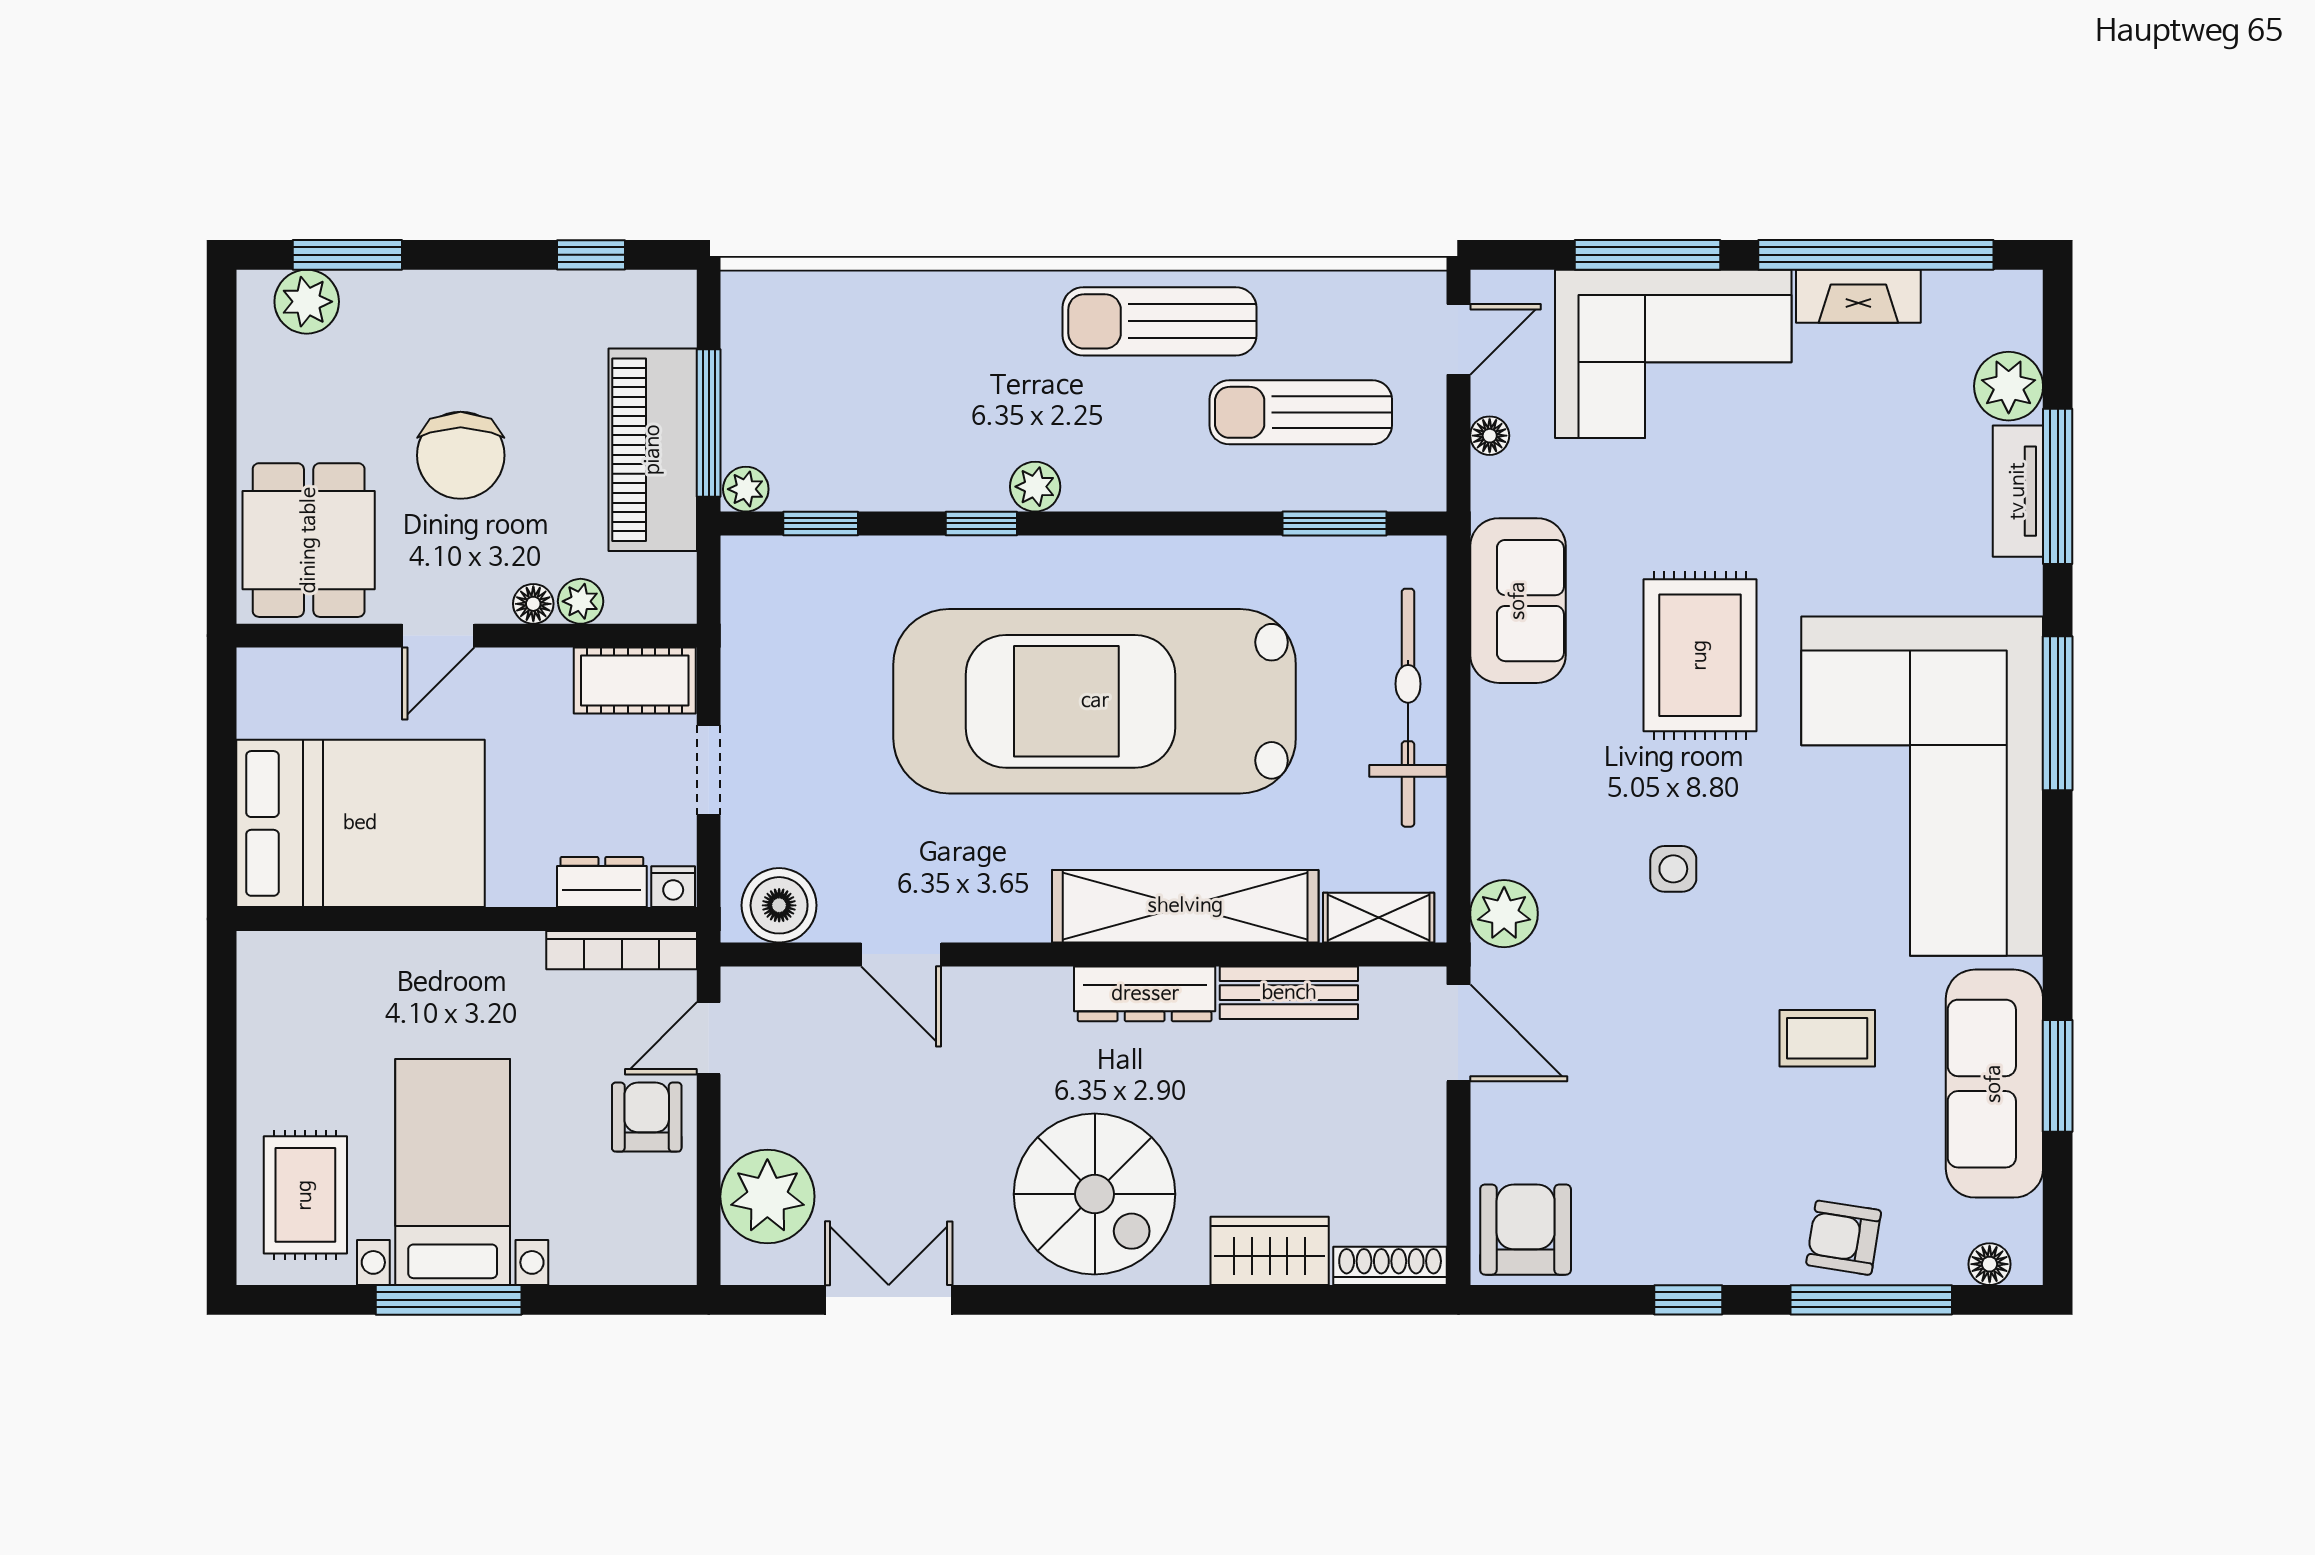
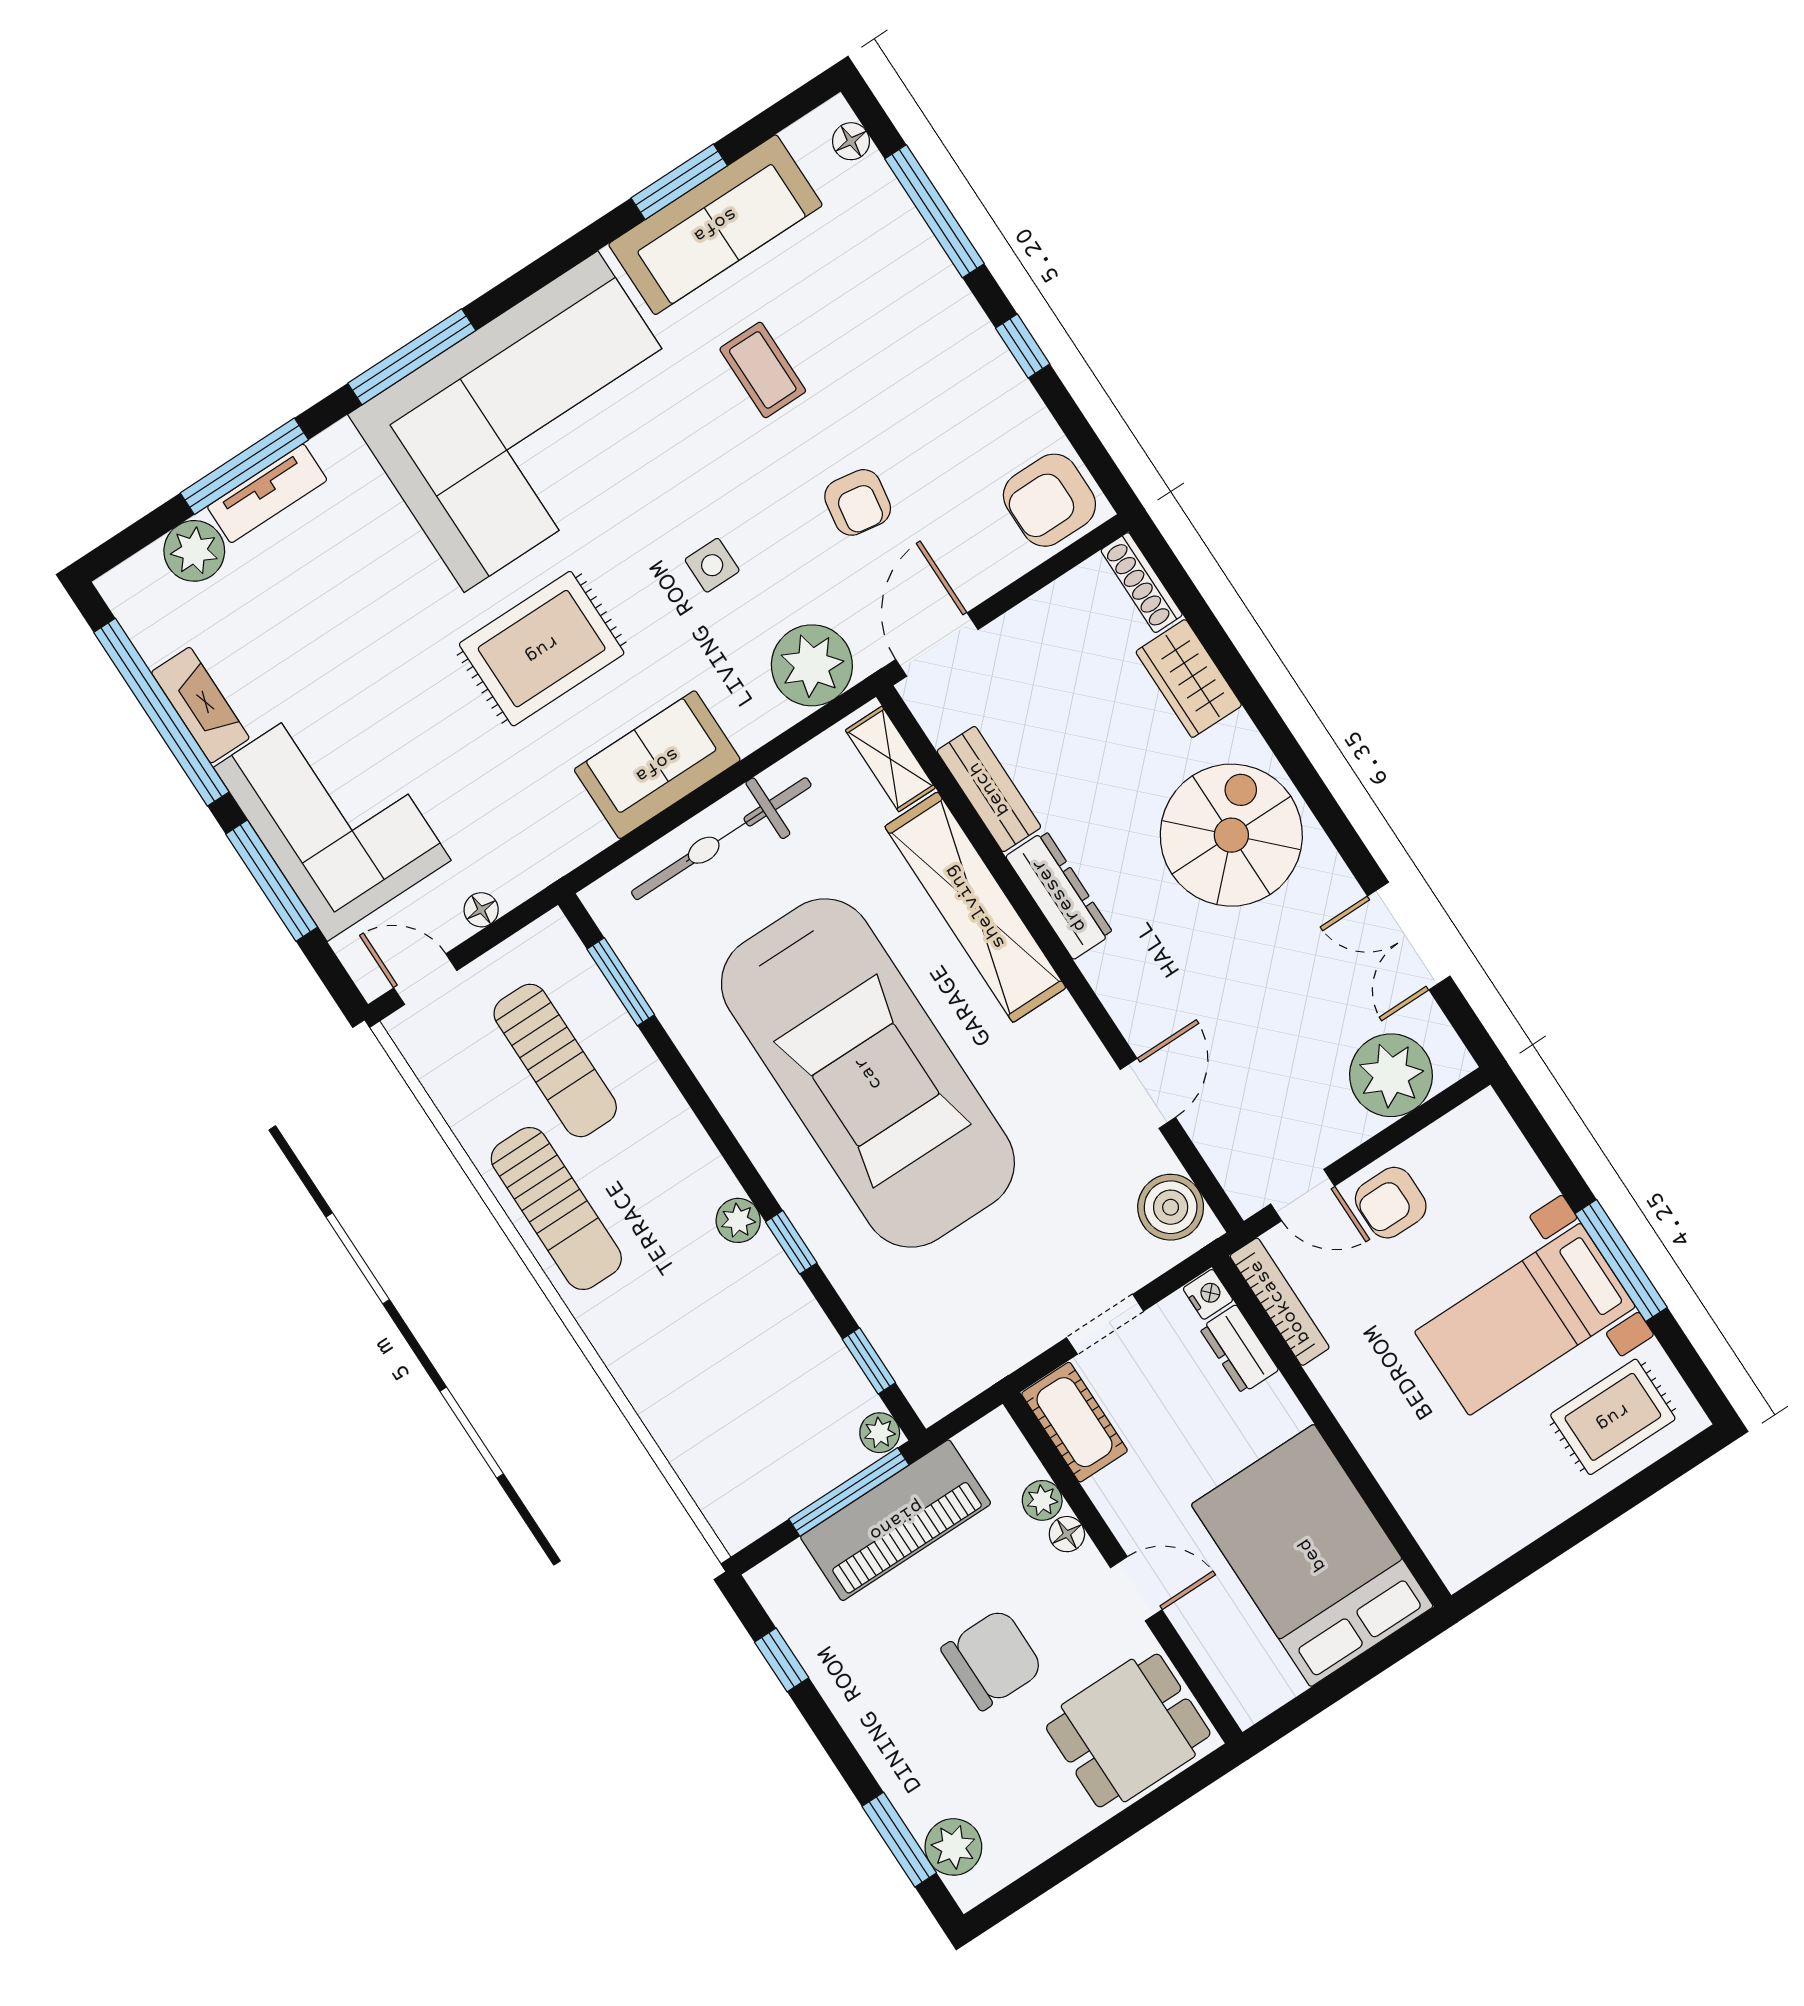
sofa: (1518, 601) -> (657, 765), moved
plant: (1504, 914) -> (812, 665), width x1.36, depth x1.36
armchair: (1844, 1238) -> (858, 502), moved

